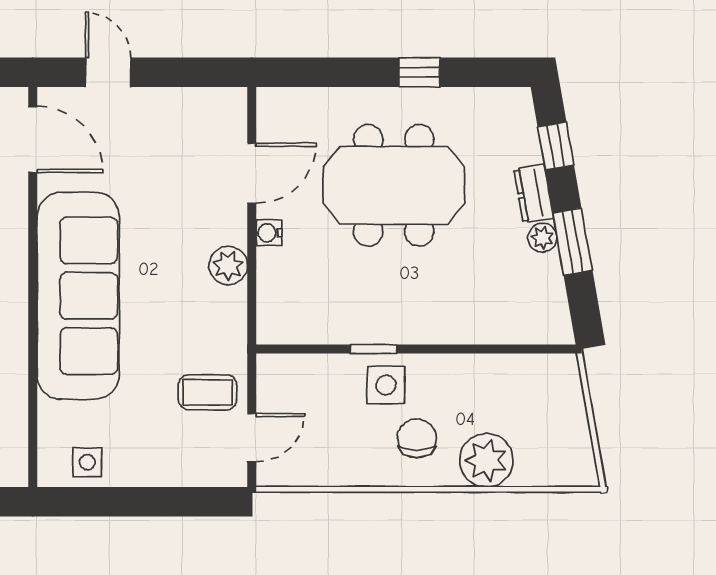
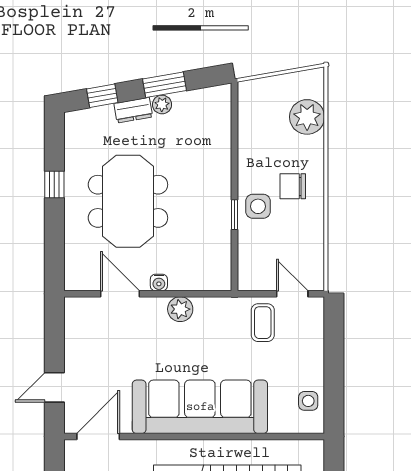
plant: (486, 460) -> (307, 117), moved

